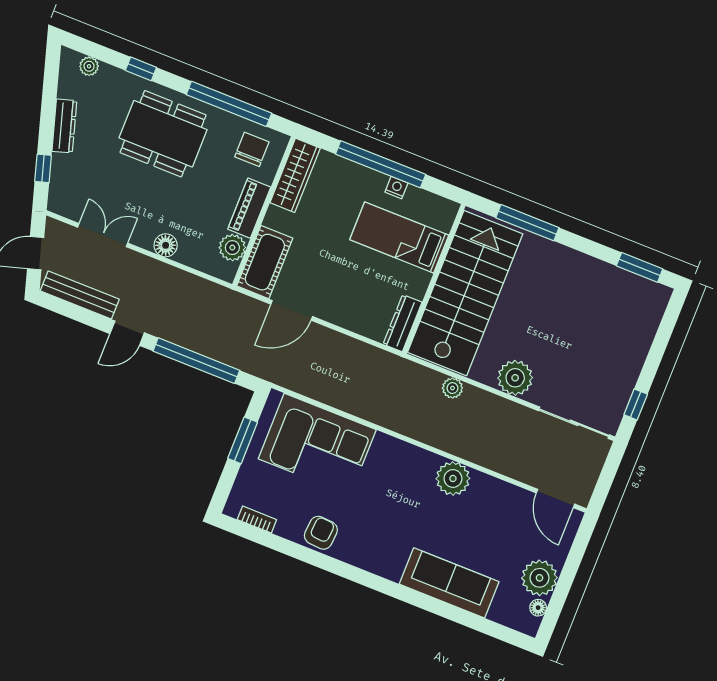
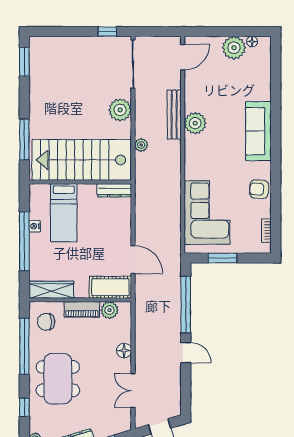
bench: (80, 295) -> (174, 115), moved
sofa: (449, 583) -> (258, 131), moved

